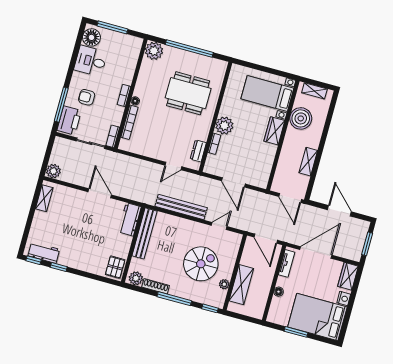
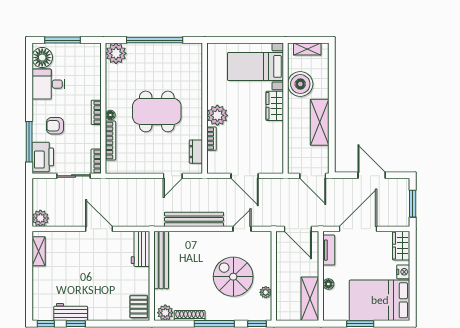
dining table: (188, 93) -> (157, 111), moved
shelving: (308, 162) -> (320, 122), width x1.50, depth x1.33
workbench: (44, 253) -> (71, 312), moved
spiral stairs: (201, 264) -> (233, 277), turned -90
shelving: (241, 285) -> (310, 299), moved

